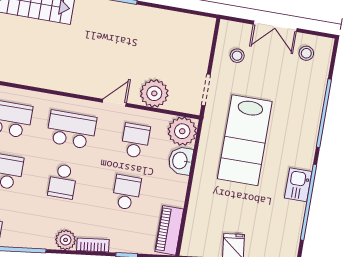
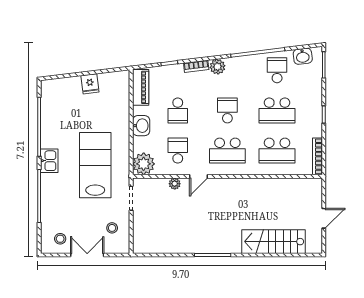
plant: (154, 93) -> (175, 184), width x0.53, depth x0.53
school desk: (135, 141) -> (178, 151), turned 180
washbasin: (180, 161) -> (141, 126), moved
kitchen sink: (298, 185) -> (49, 161), moved

